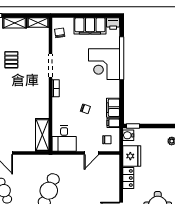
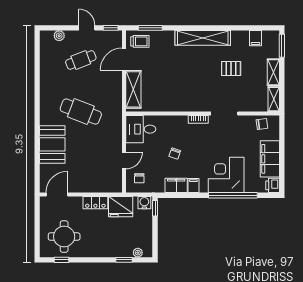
filing cabinet: (113, 123) -> (193, 186), moved
shelving: (42, 135) -> (133, 89), moved, turned 90
door: (91, 153) -> (124, 160), swing flipped

